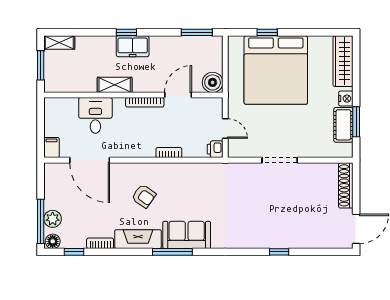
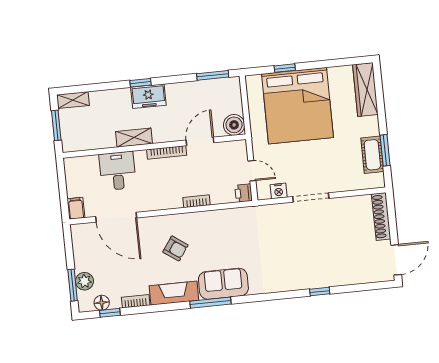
nightstand: (346, 99) -> (279, 191), moved, turned 90
window: (41, 221) -> (73, 285), width x0.69
floor lamp: (53, 241) -> (102, 303), moved

